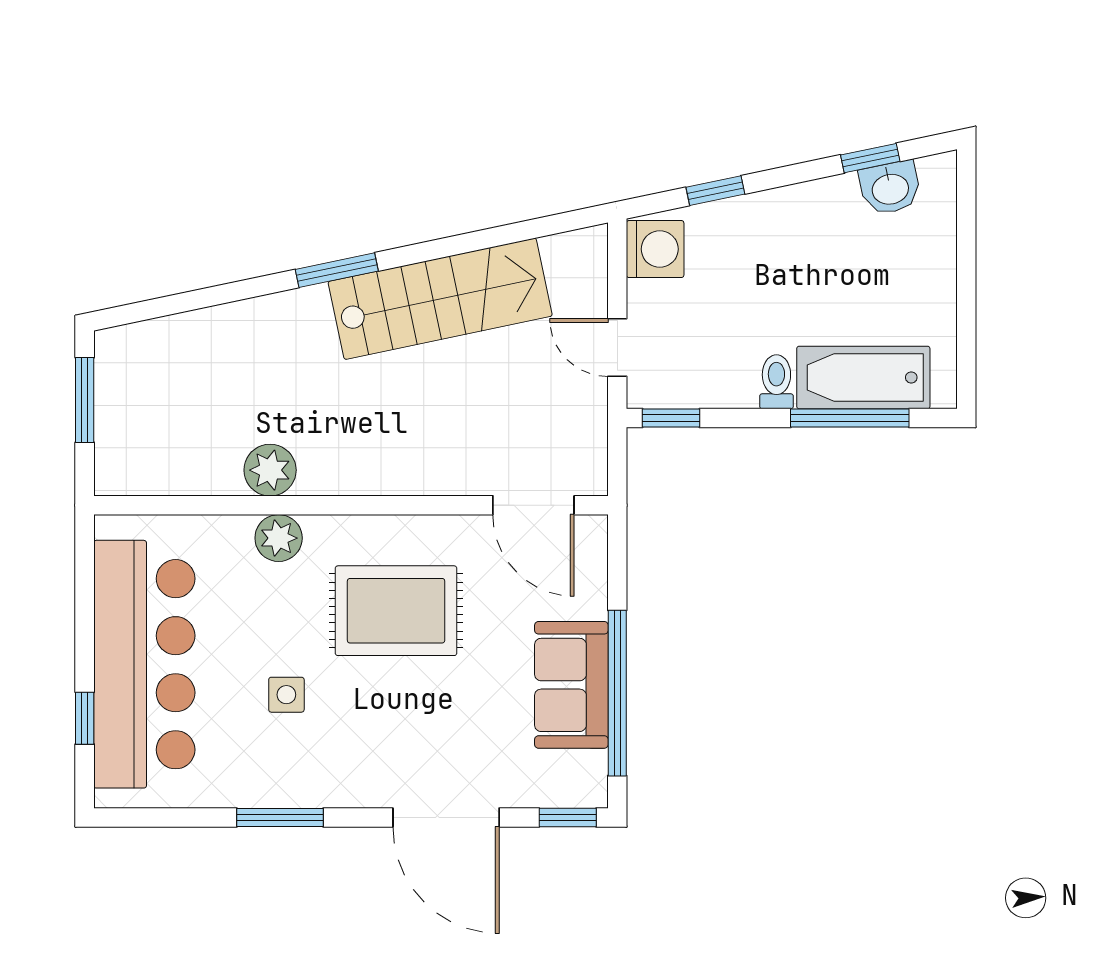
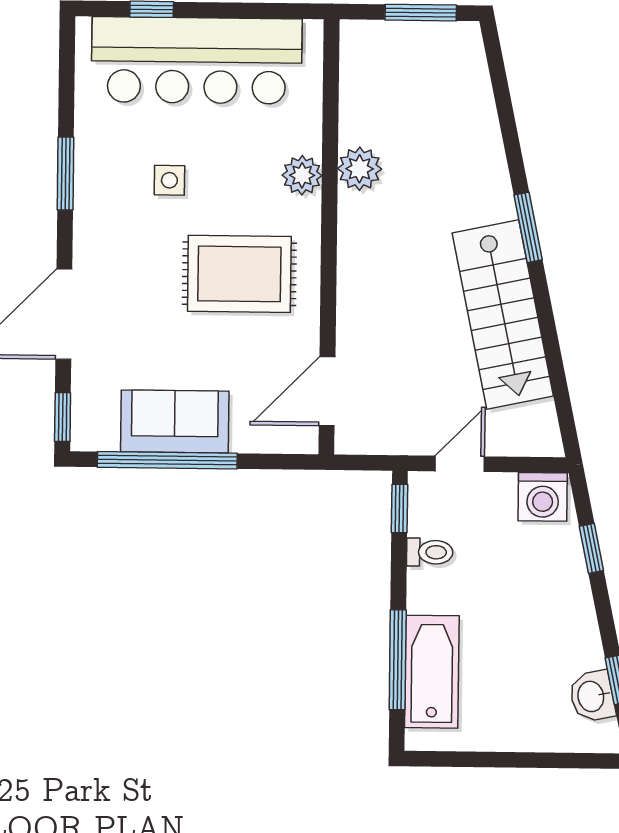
toilet: (776, 382) -> (430, 552), moved
rug: (396, 611) -> (239, 274), turned 90

